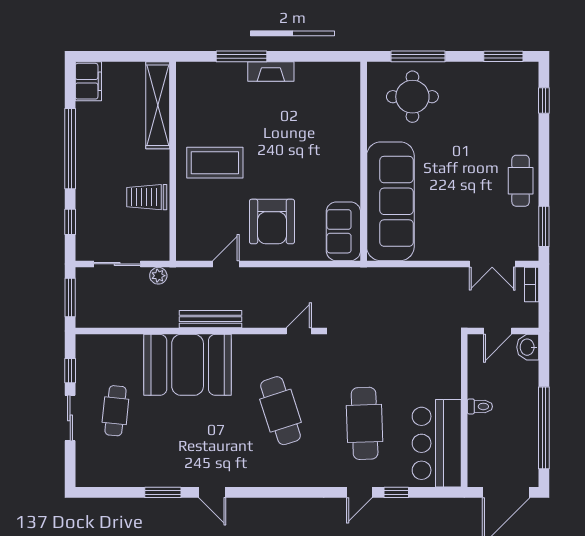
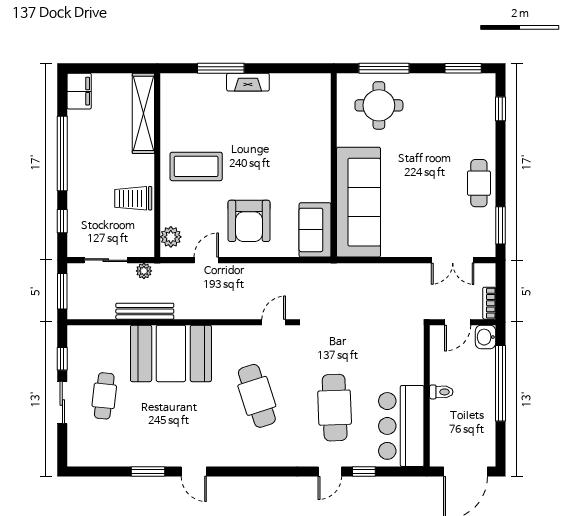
plant: (187, 239) -> (171, 237), added
bookcase: (532, 285) -> (489, 303), moved
bench: (210, 319) -> (145, 311), moved
window: (544, 428) -> (500, 383), moved

